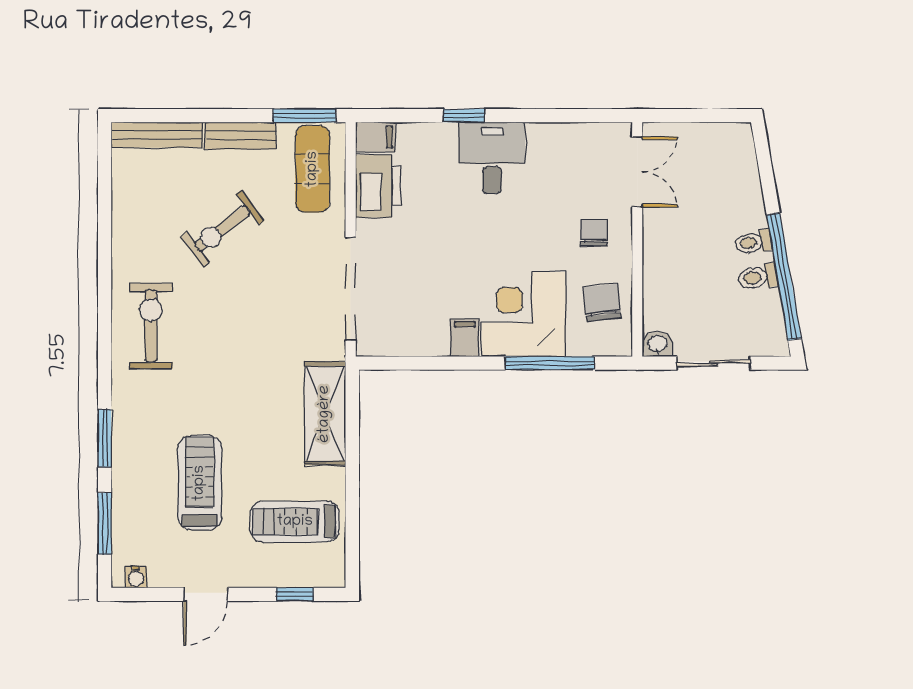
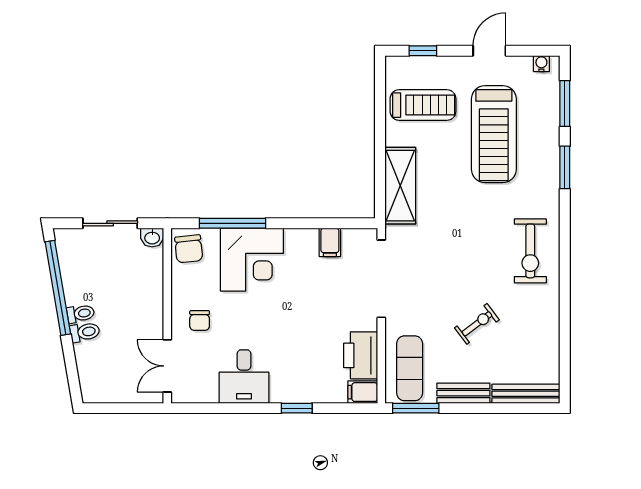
desk: (492, 158) -> (244, 377), moved
exercise bike: (222, 228) -> (477, 324), width x0.73, depth x0.72
toilet: (758, 277) -> (85, 332), moved
chair: (602, 303) -> (189, 249), moved
filing cabinet: (465, 338) -> (330, 242), moved
treadmill: (200, 483) -> (494, 134), width x1.37, depth x1.38

